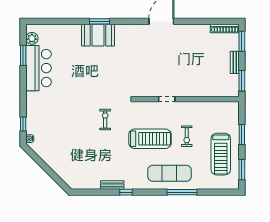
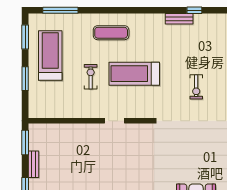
exercise bike: (105, 119) -> (196, 87), moved
exercise mat: (170, 173) -> (111, 33), width x0.73, depth x0.69
window: (126, 192) -> (194, 10), moved
window: (182, 192) -> (60, 10), moved

